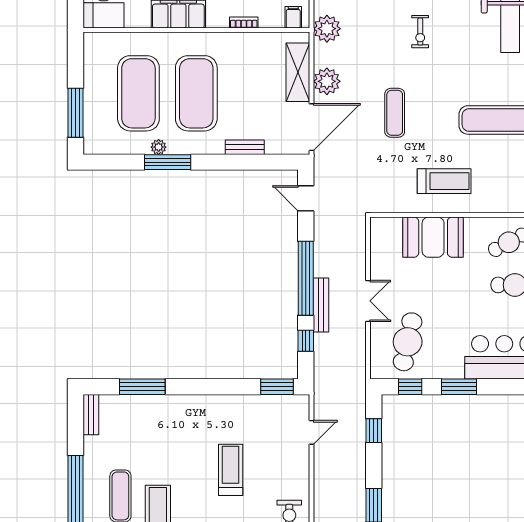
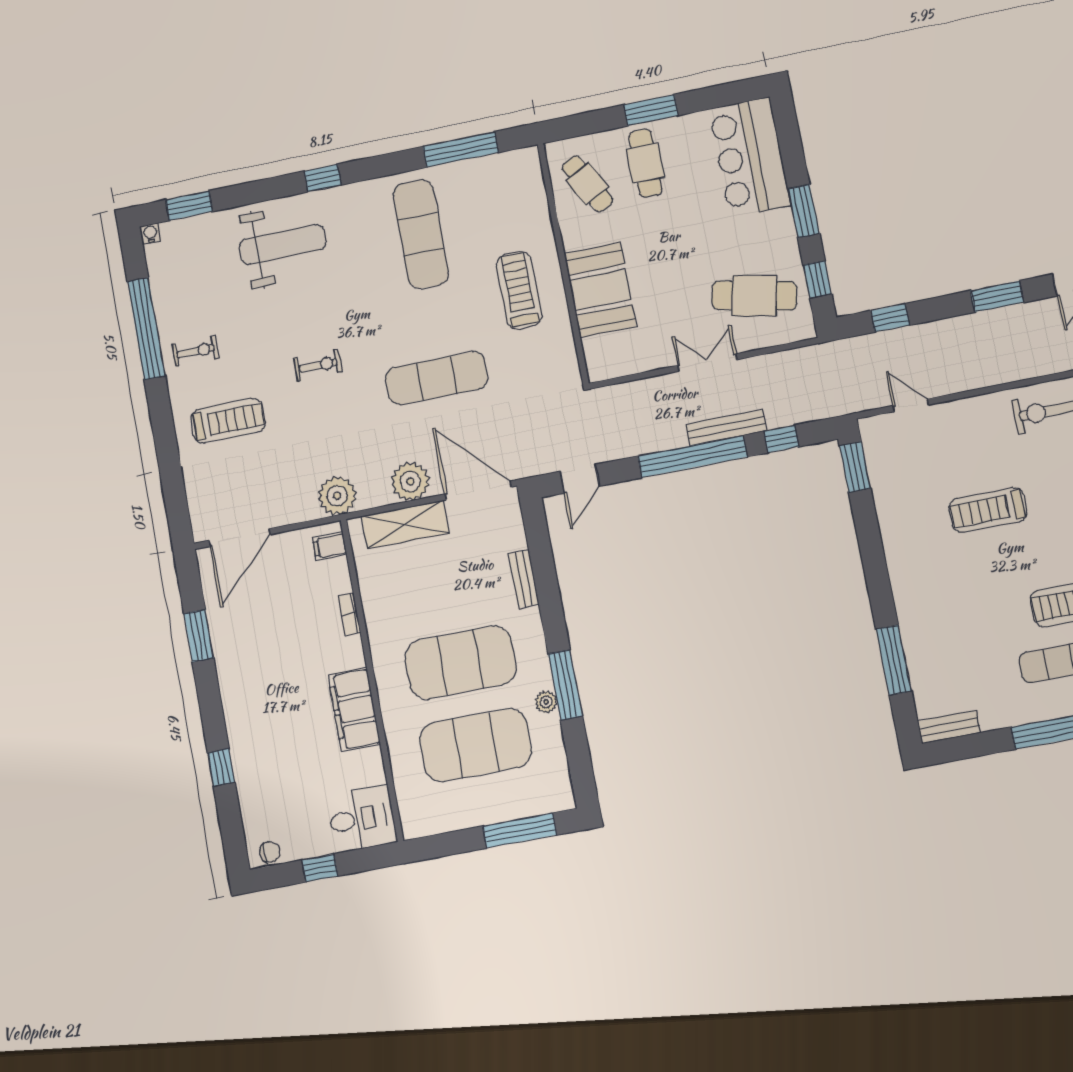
exercise mat: (395, 113) -> (437, 378), width x1.36, depth x1.45

